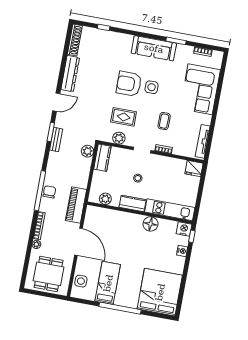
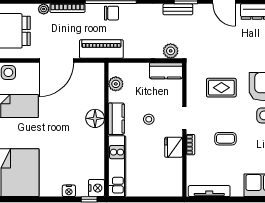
rug: (124, 117) -> (221, 88), turned 90
plant: (119, 138) -> (194, 87), removed
fridge: (194, 169) -> (174, 147), moved
floor lamp: (150, 224) -> (95, 118), moved

